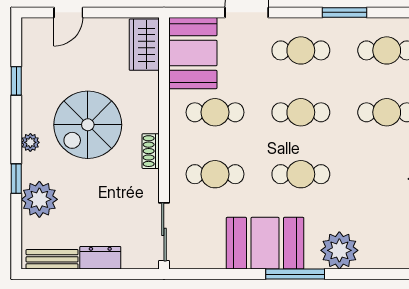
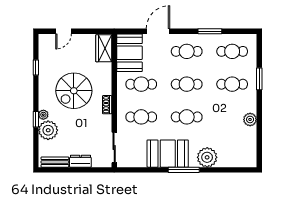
plant: (30, 142) -> (43, 115), moved

